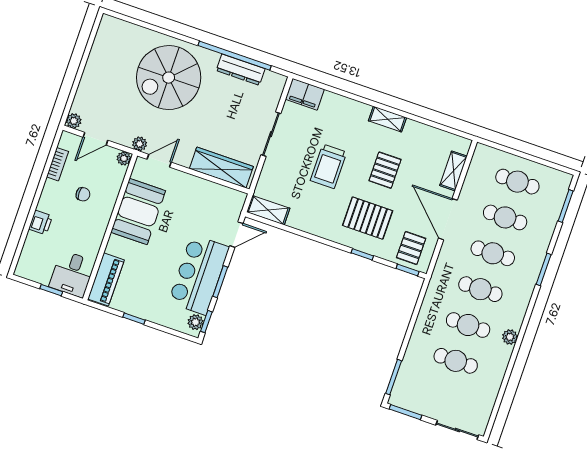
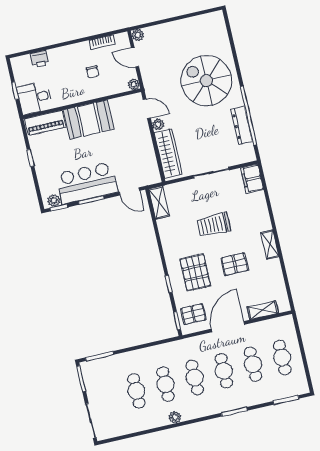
plant: (140, 144) -> (158, 124), moved
booth: (138, 212) -> (89, 120), moved
printer: (41, 222) -> (40, 59), moved

